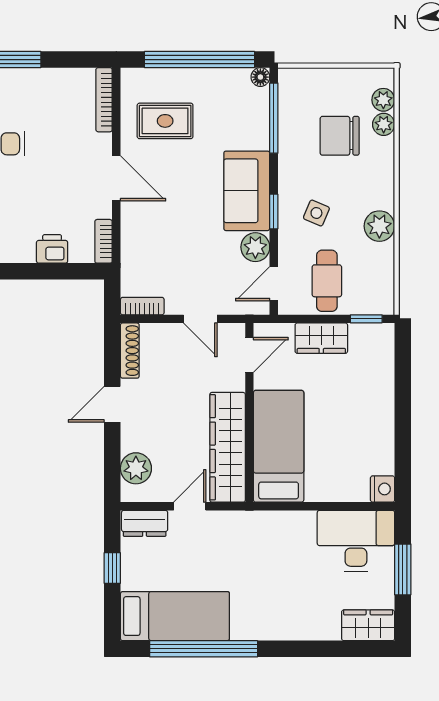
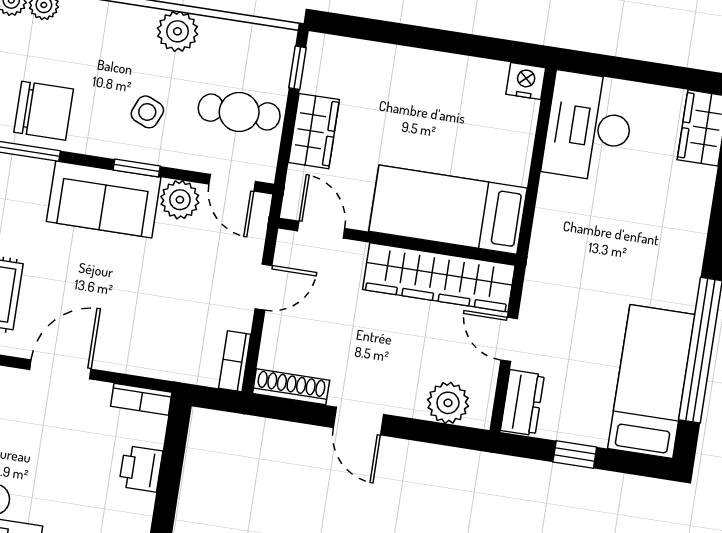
chair: (340, 136) -> (44, 111), moved, turned -90
window: (403, 569) -> (636, 71), removed

